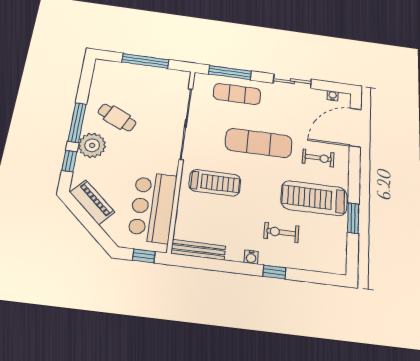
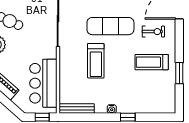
treadmill: (215, 183) -> (96, 61), moved, turned 90
treadmill: (314, 198) -> (152, 62), width x0.73, depth x0.73
exercise bike: (281, 232) -> (131, 90), removed

